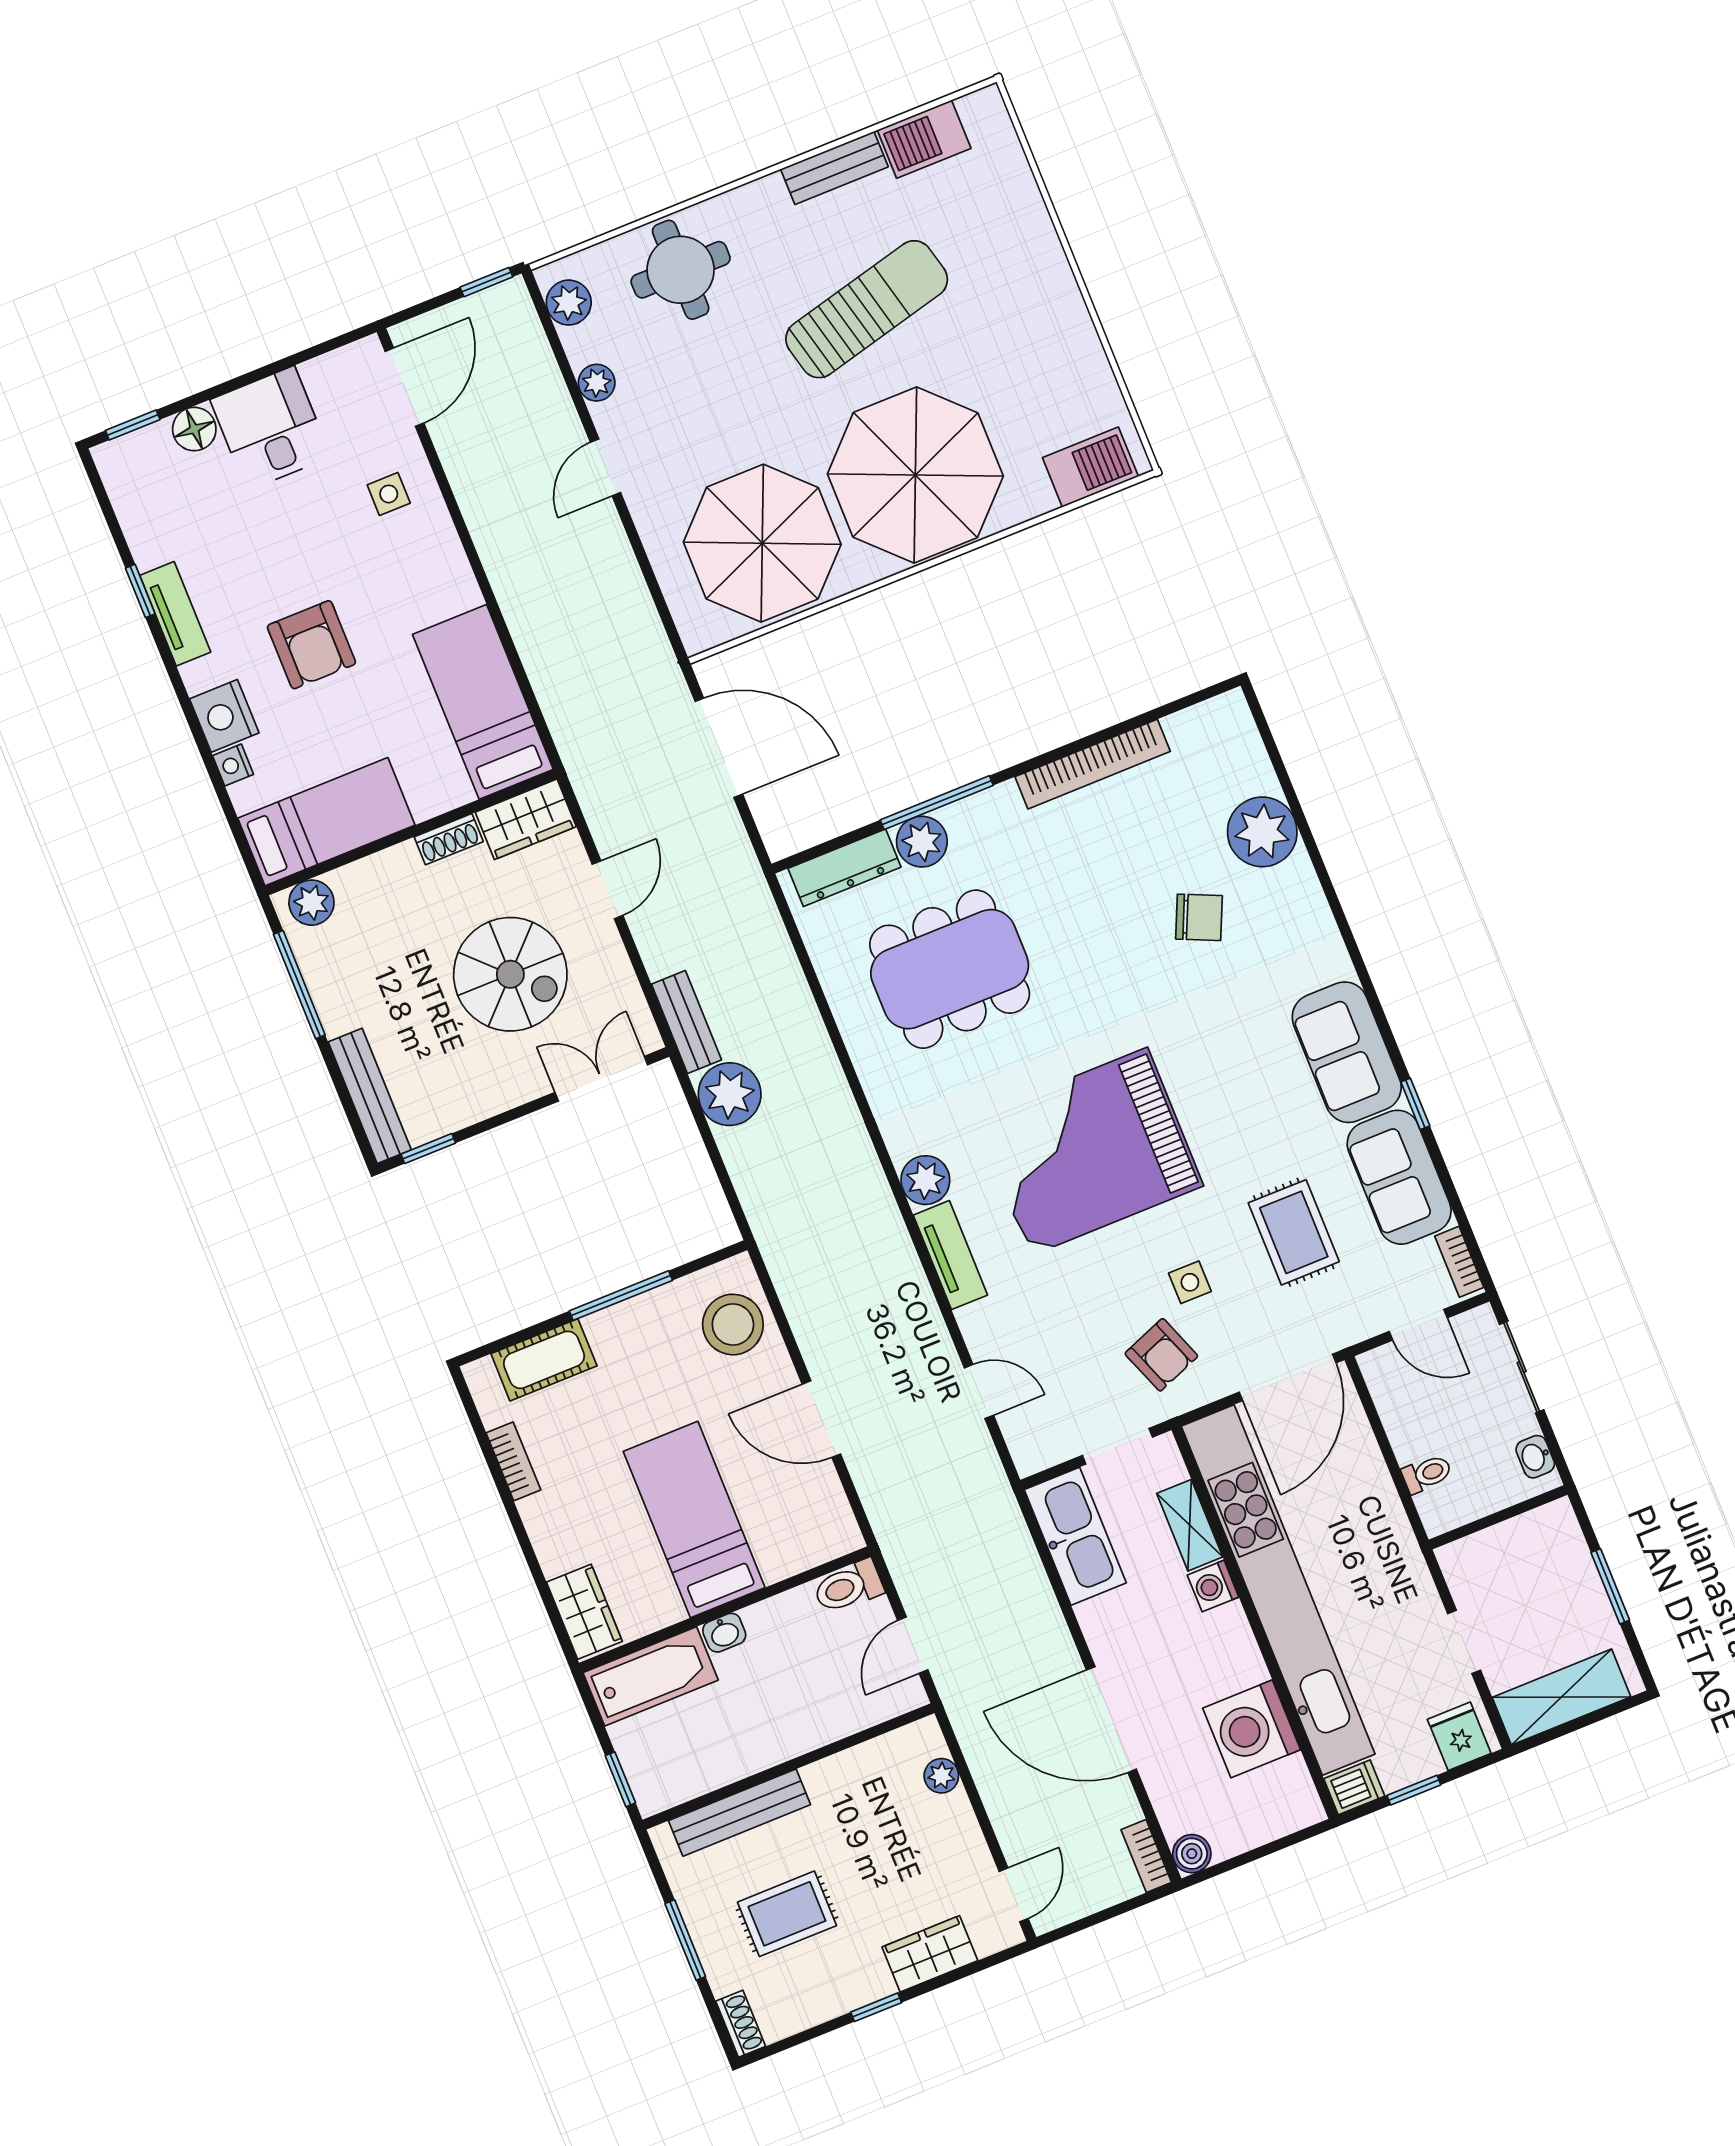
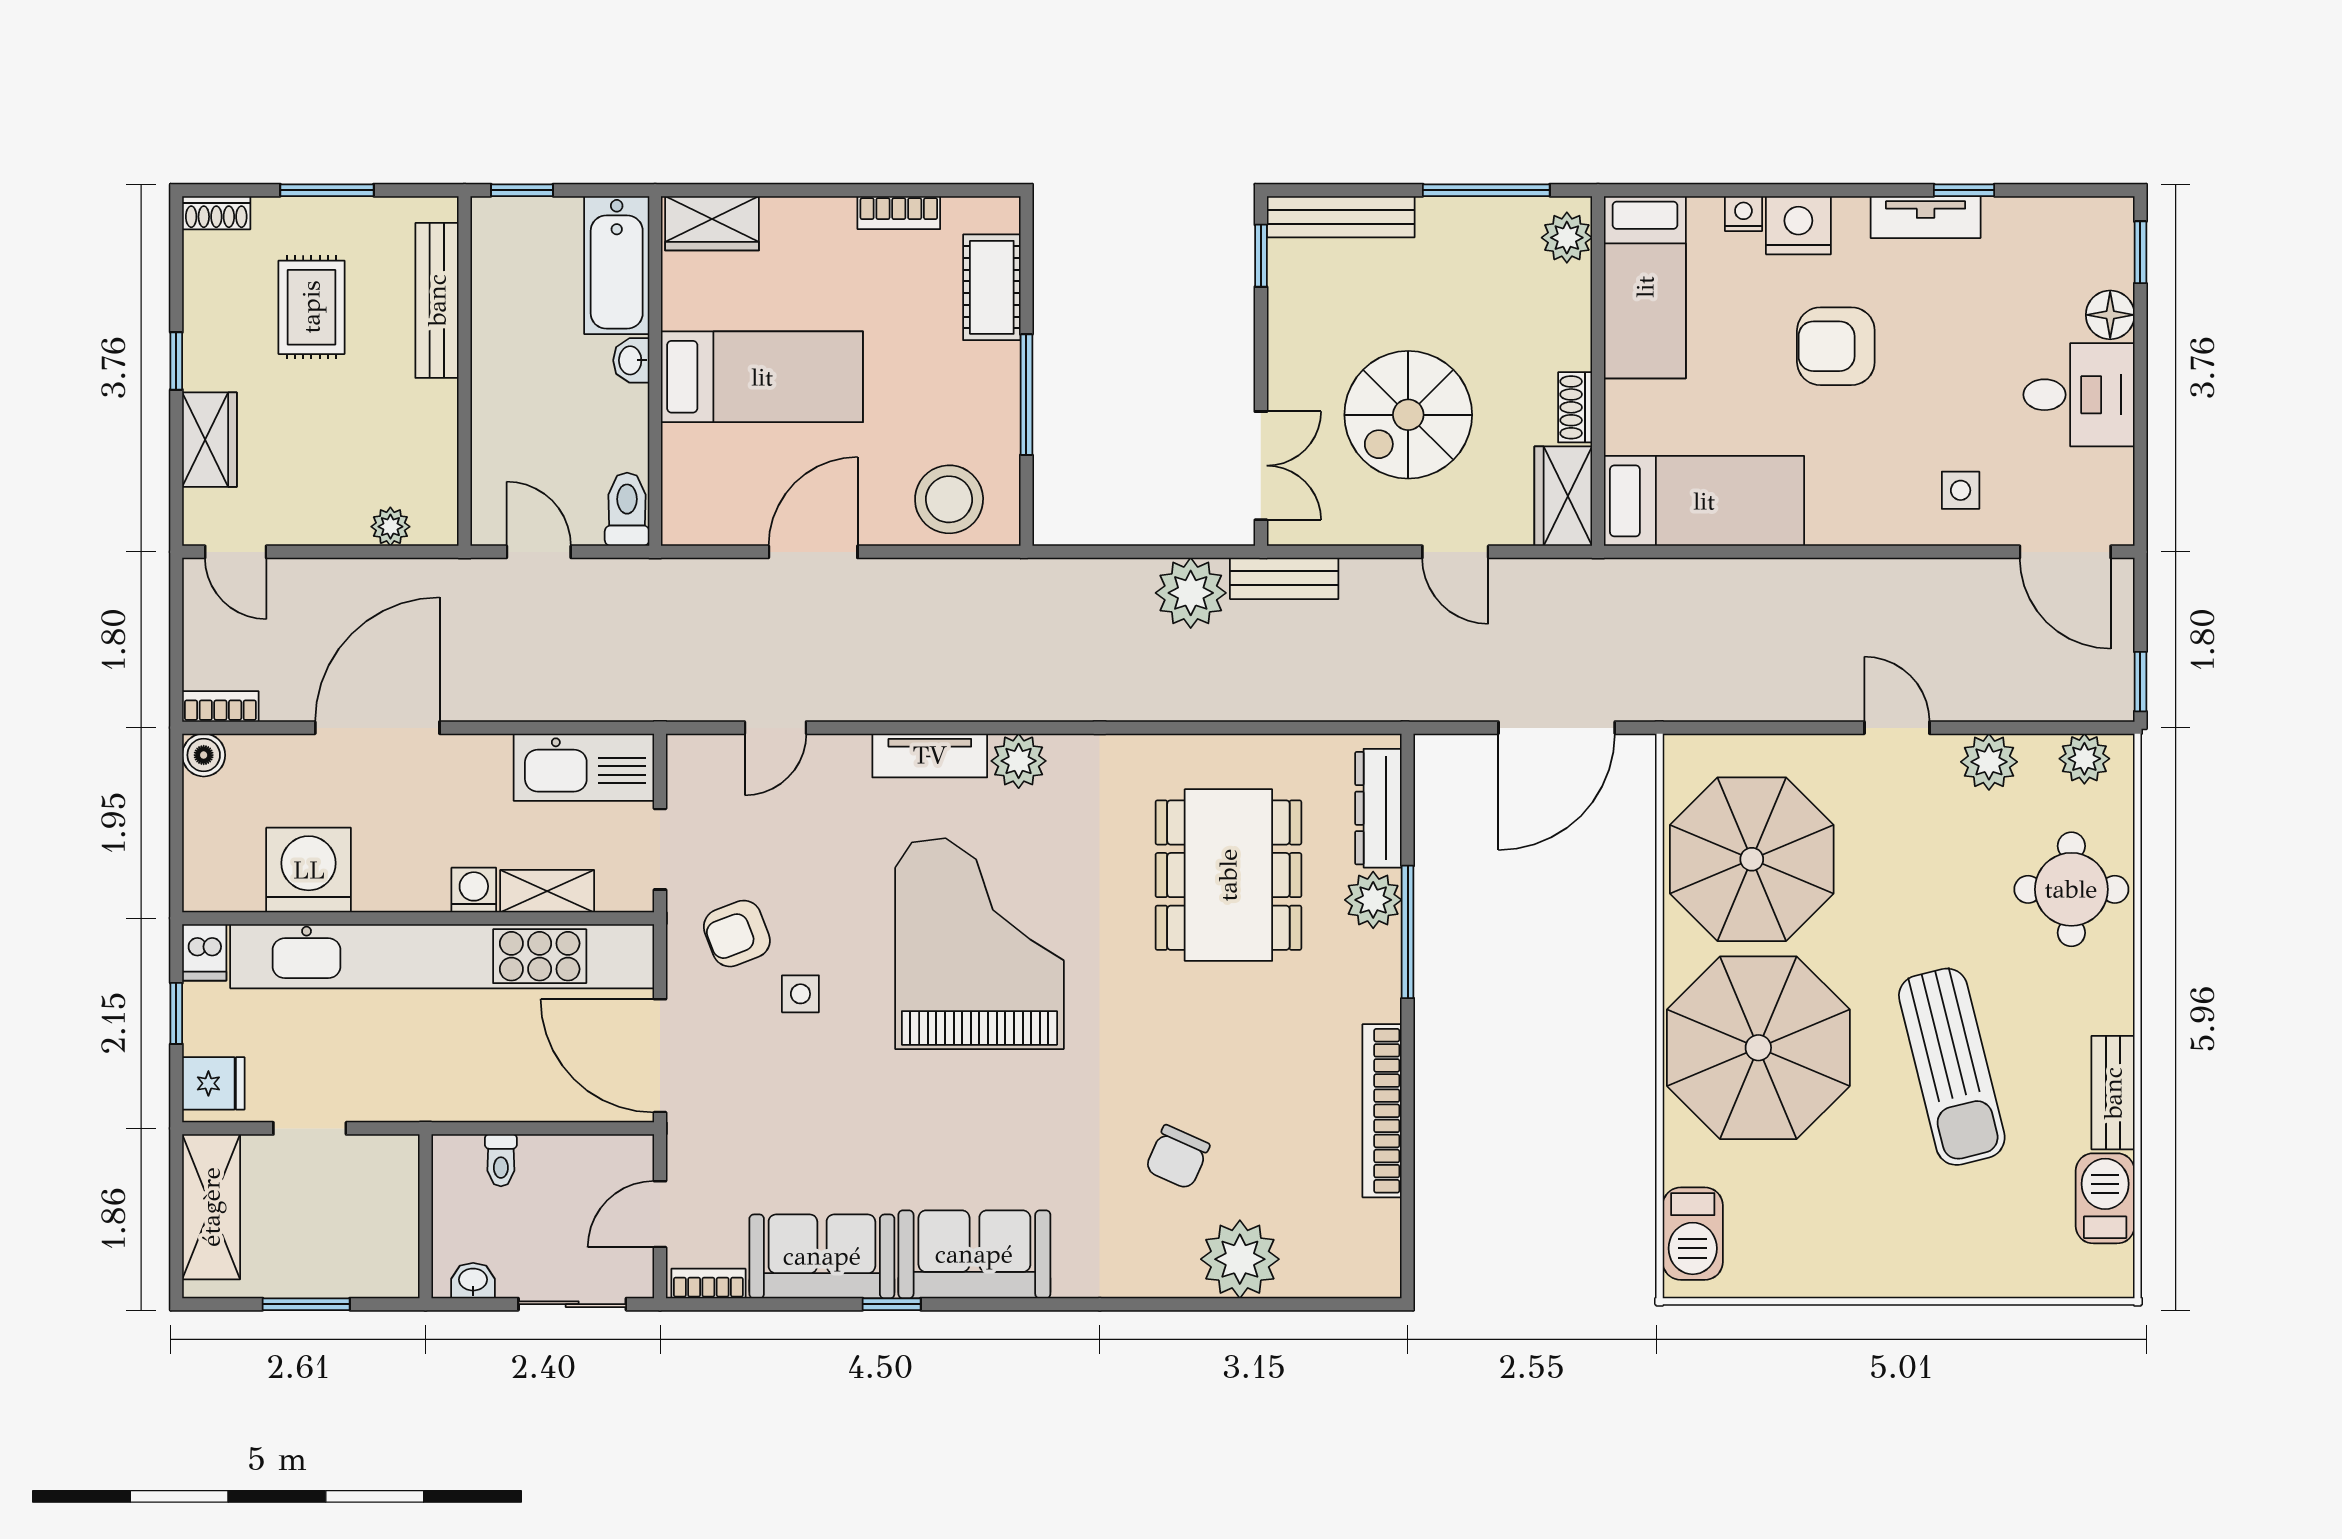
plant: (597, 383) -> (1989, 762), width x1.38, depth x1.38
rug: (1294, 1232) -> (809, 1123), removed

